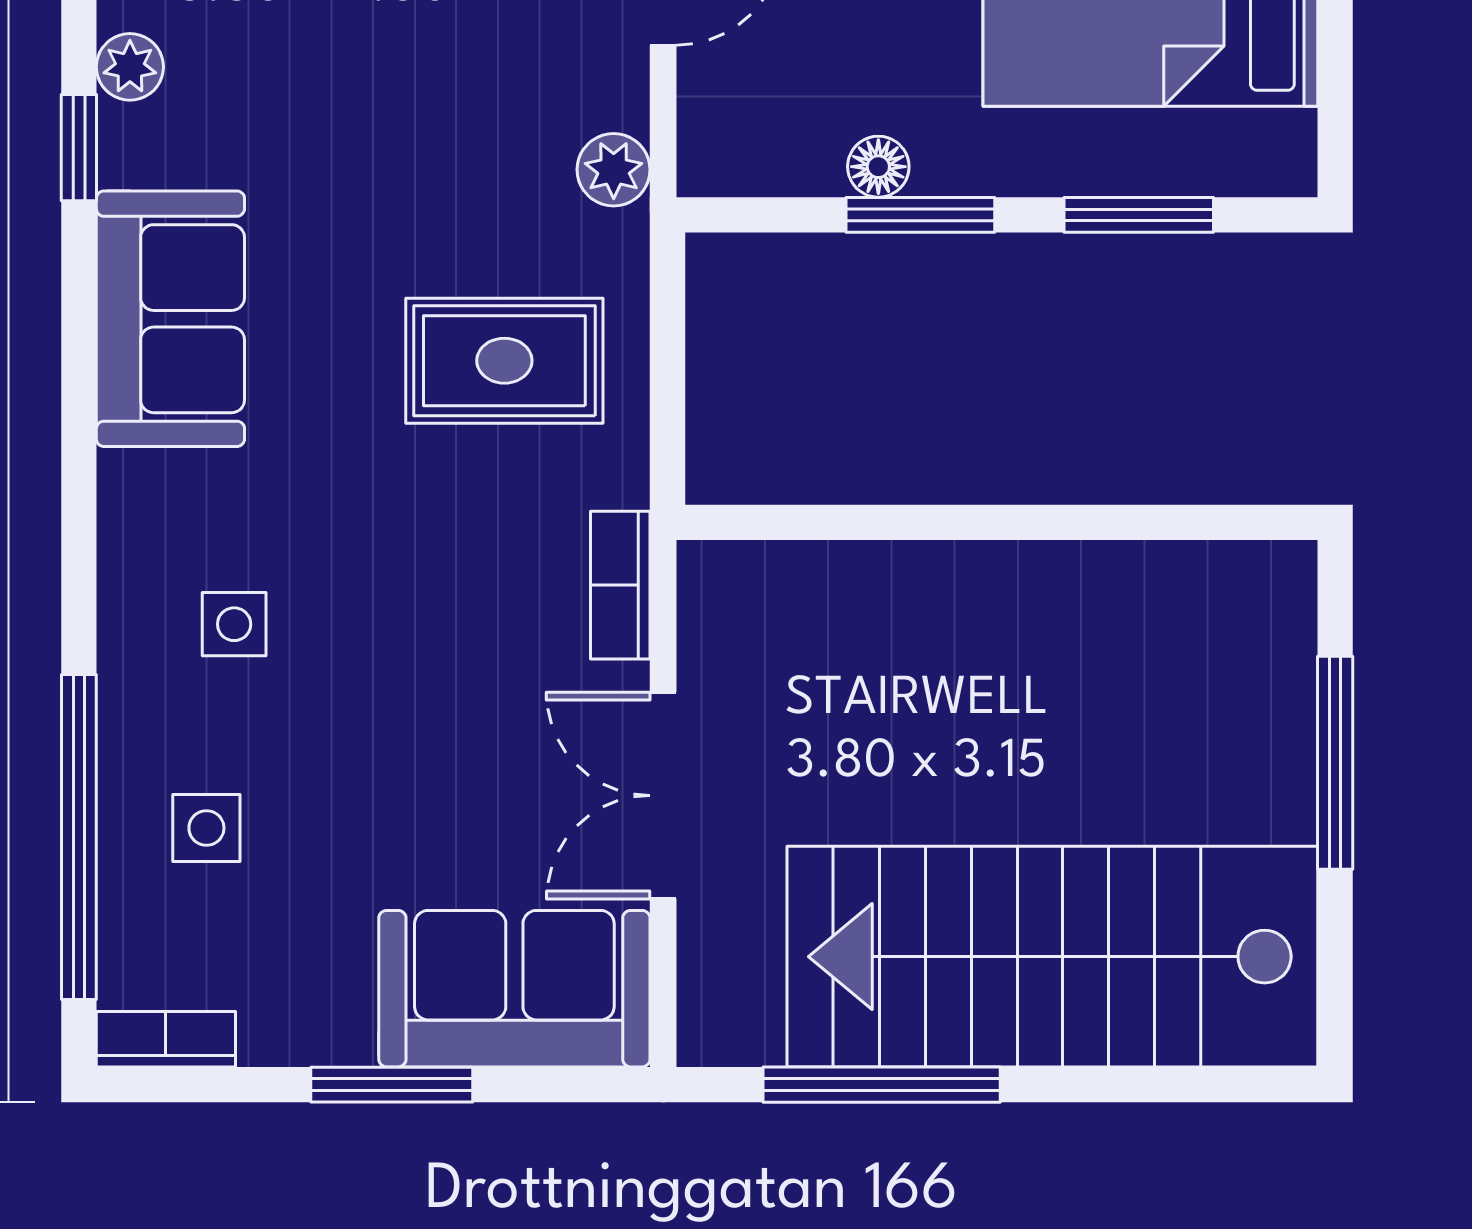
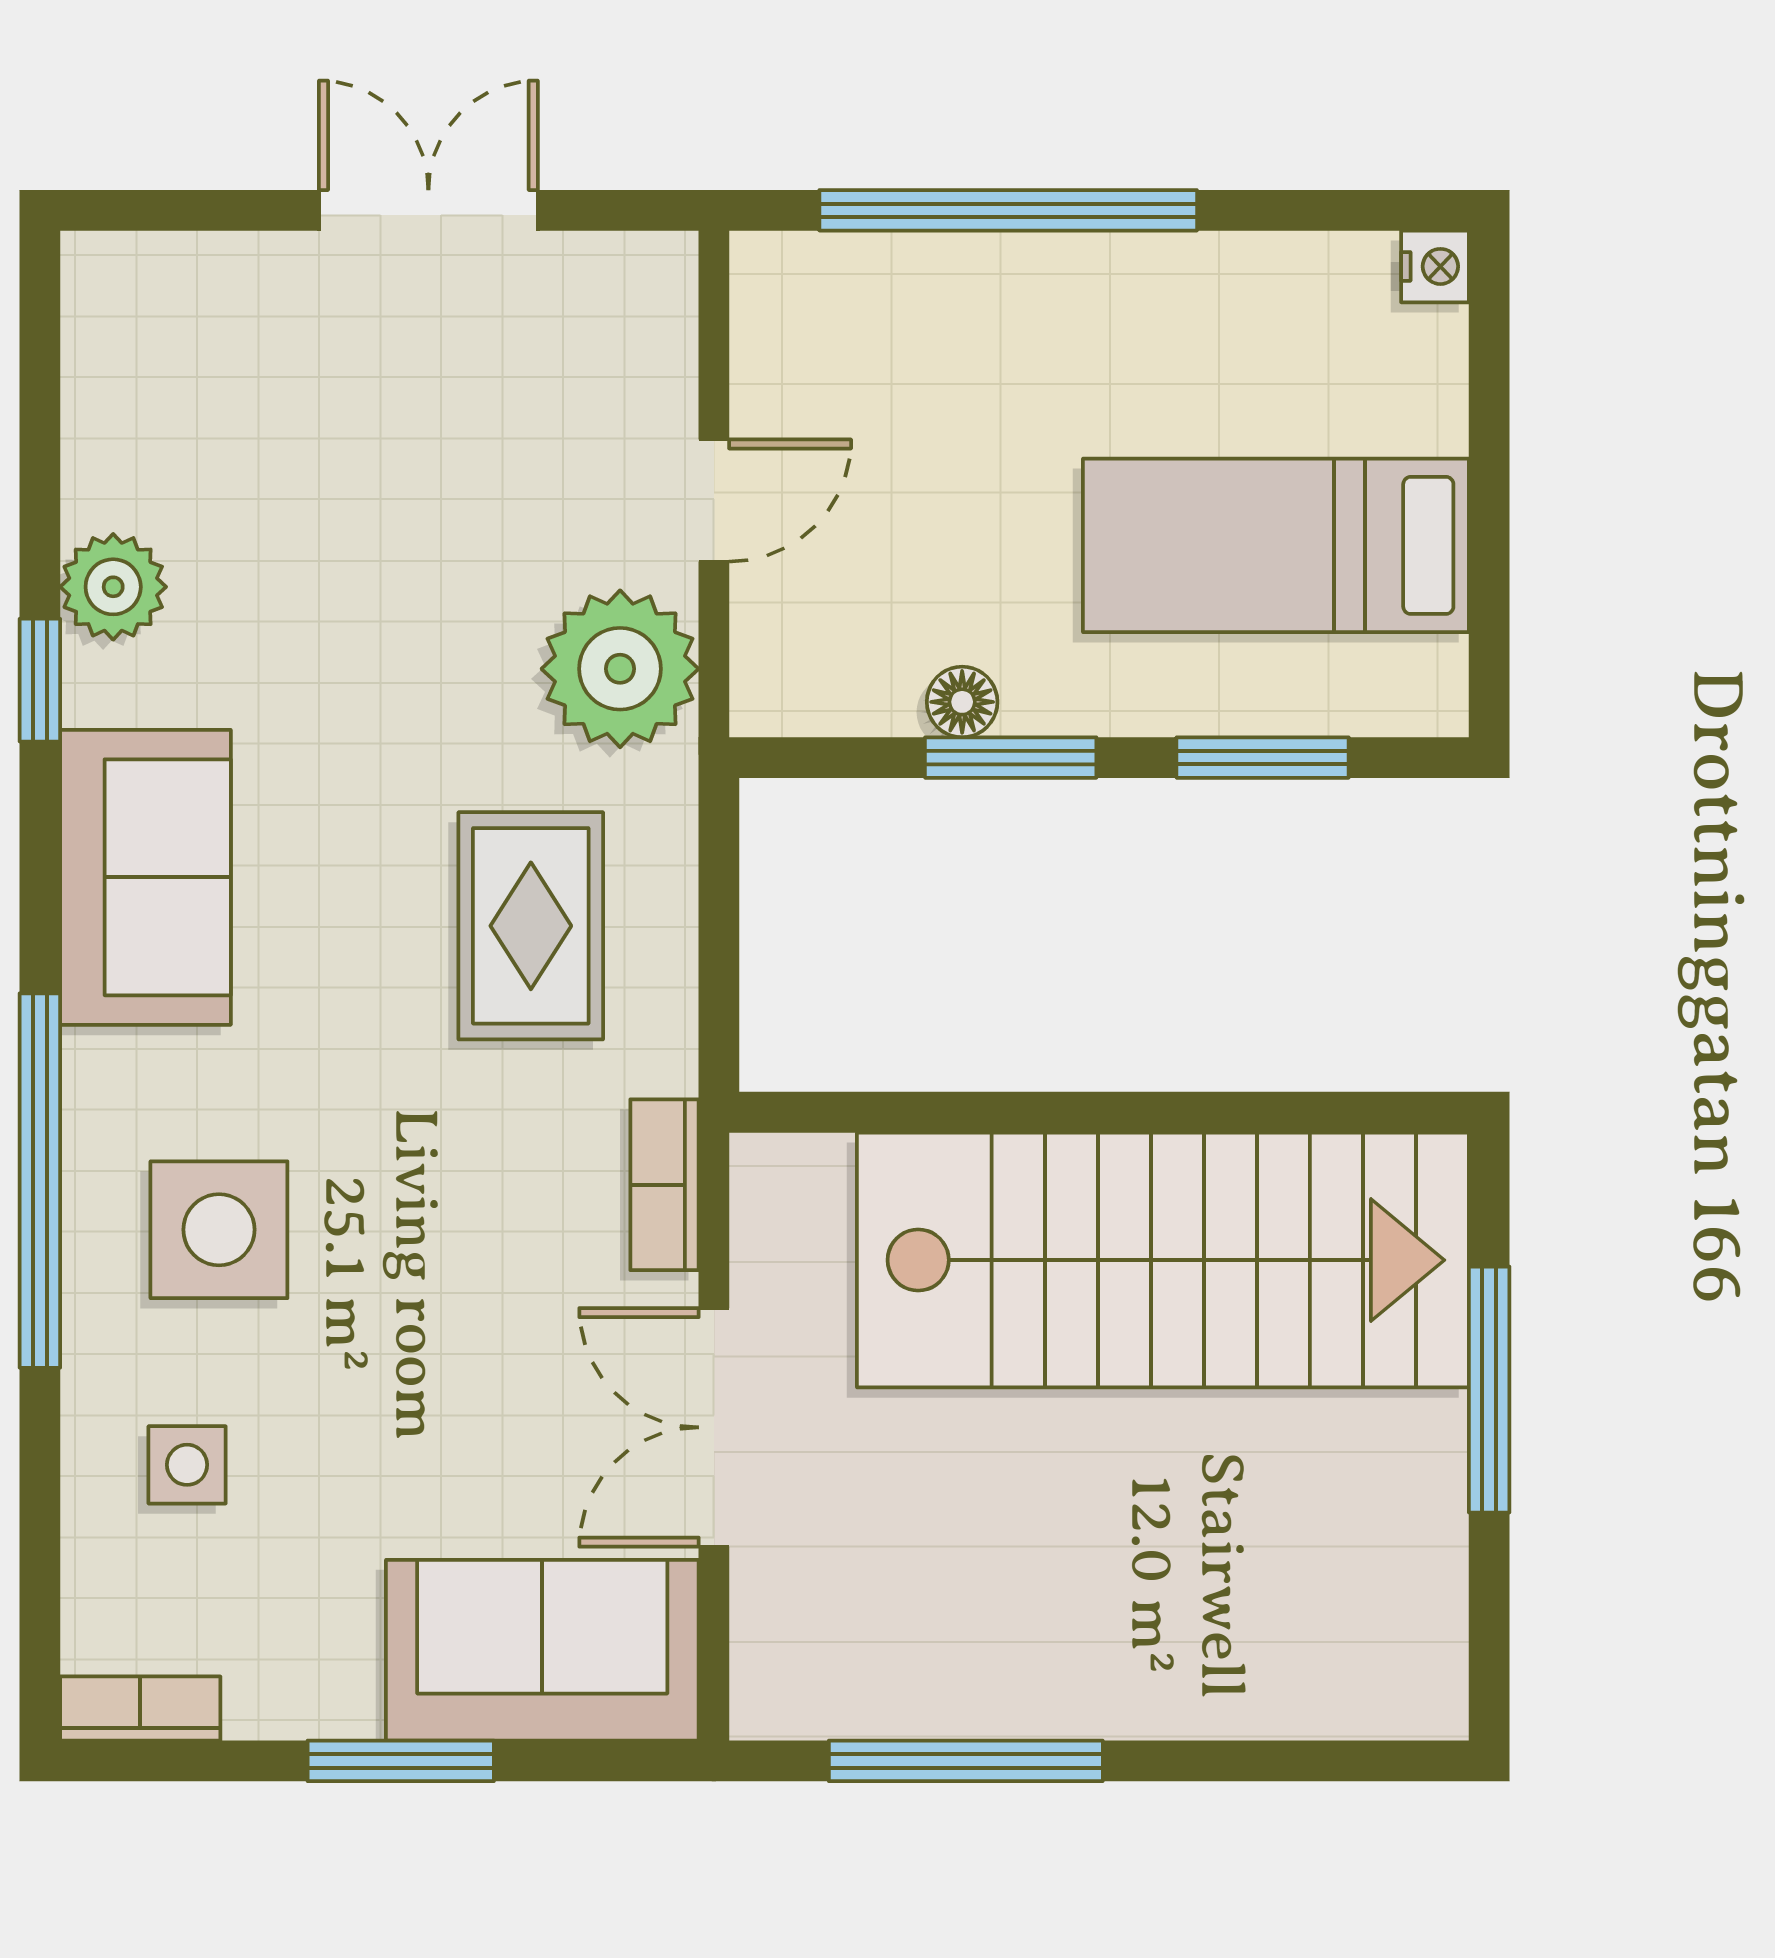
plant: (130, 67) -> (113, 587), width x1.38, depth x1.38
plant: (614, 170) -> (620, 669), width x1.87, depth x1.87
rug: (504, 361) -> (531, 926), turned 90
side table: (234, 624) -> (219, 1230), width x1.87, depth x1.87
window: (79, 837) -> (40, 1181), moved
stairs: (1052, 957) -> (1163, 1260), moved, turned 180

